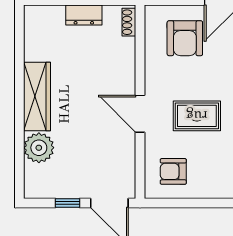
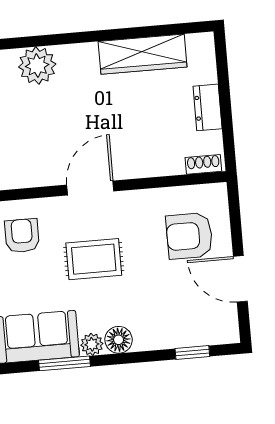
wardrobe: (37, 96) -> (143, 54), moved
rug: (197, 116) -> (94, 259), turned 90

